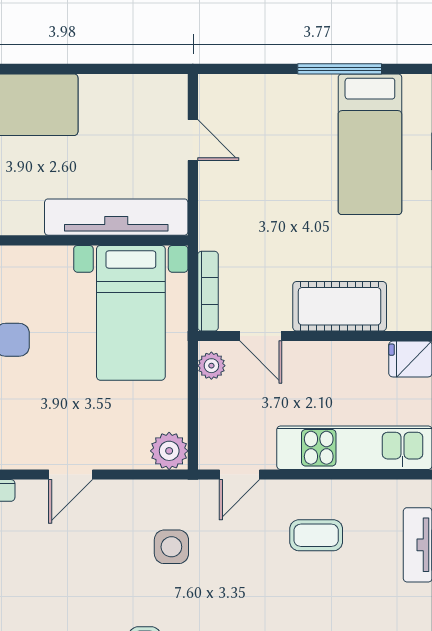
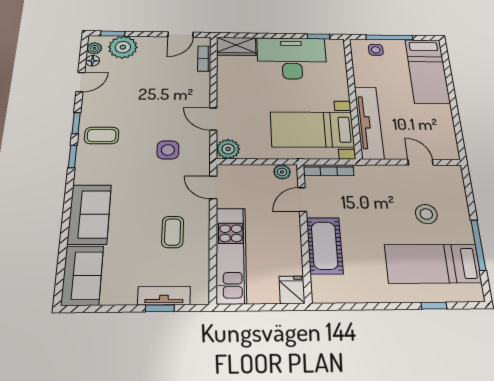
door: (193, 140) -> (421, 162), swing flipped
stool: (286, 143) -> (426, 214), added
door: (71, 475) -> (213, 119), moved

